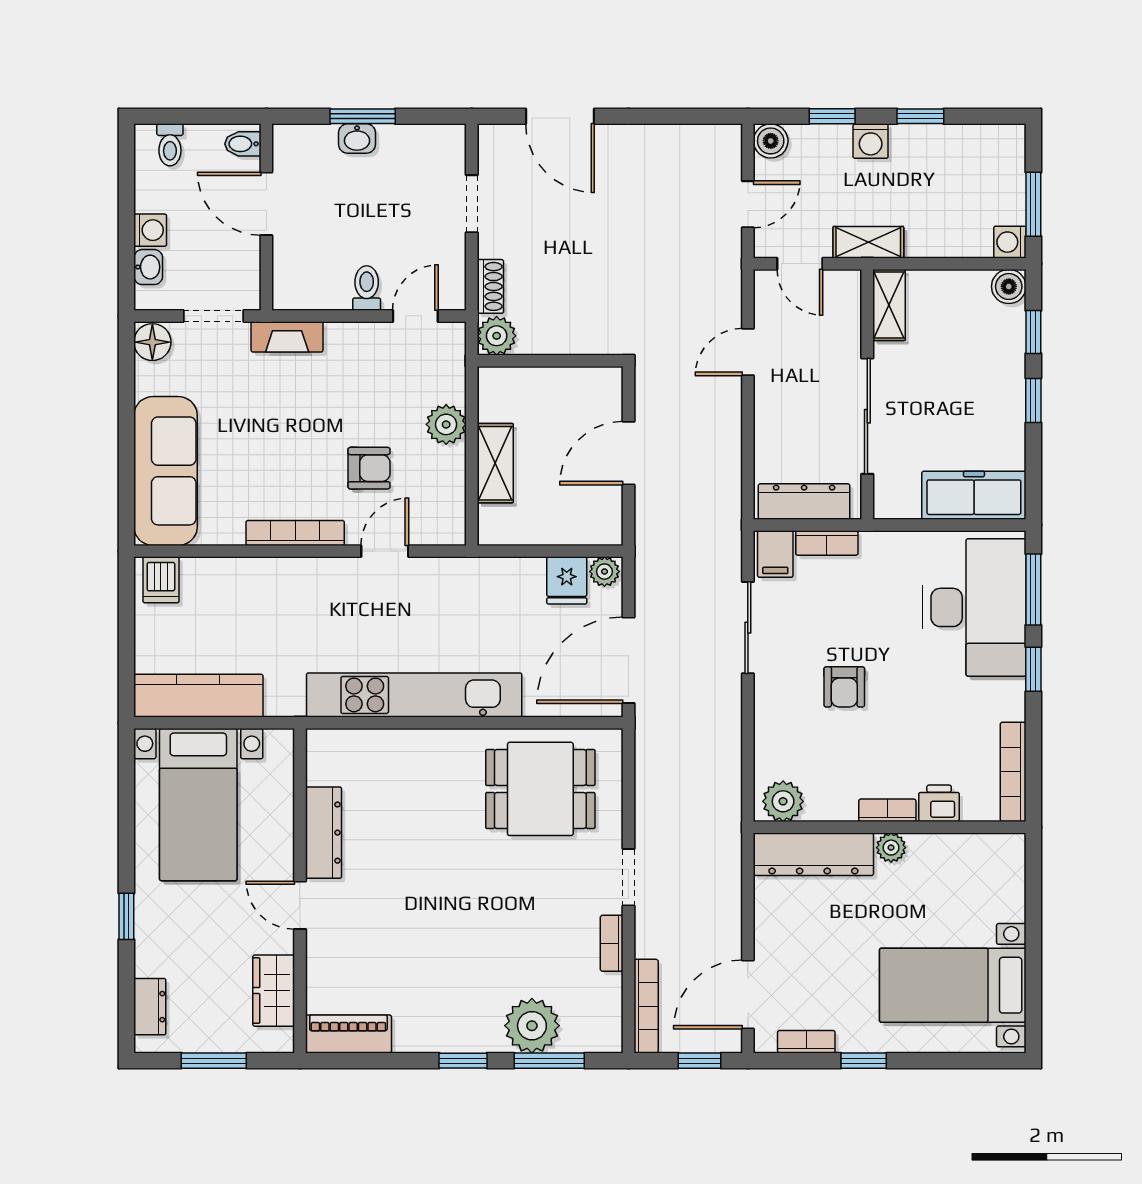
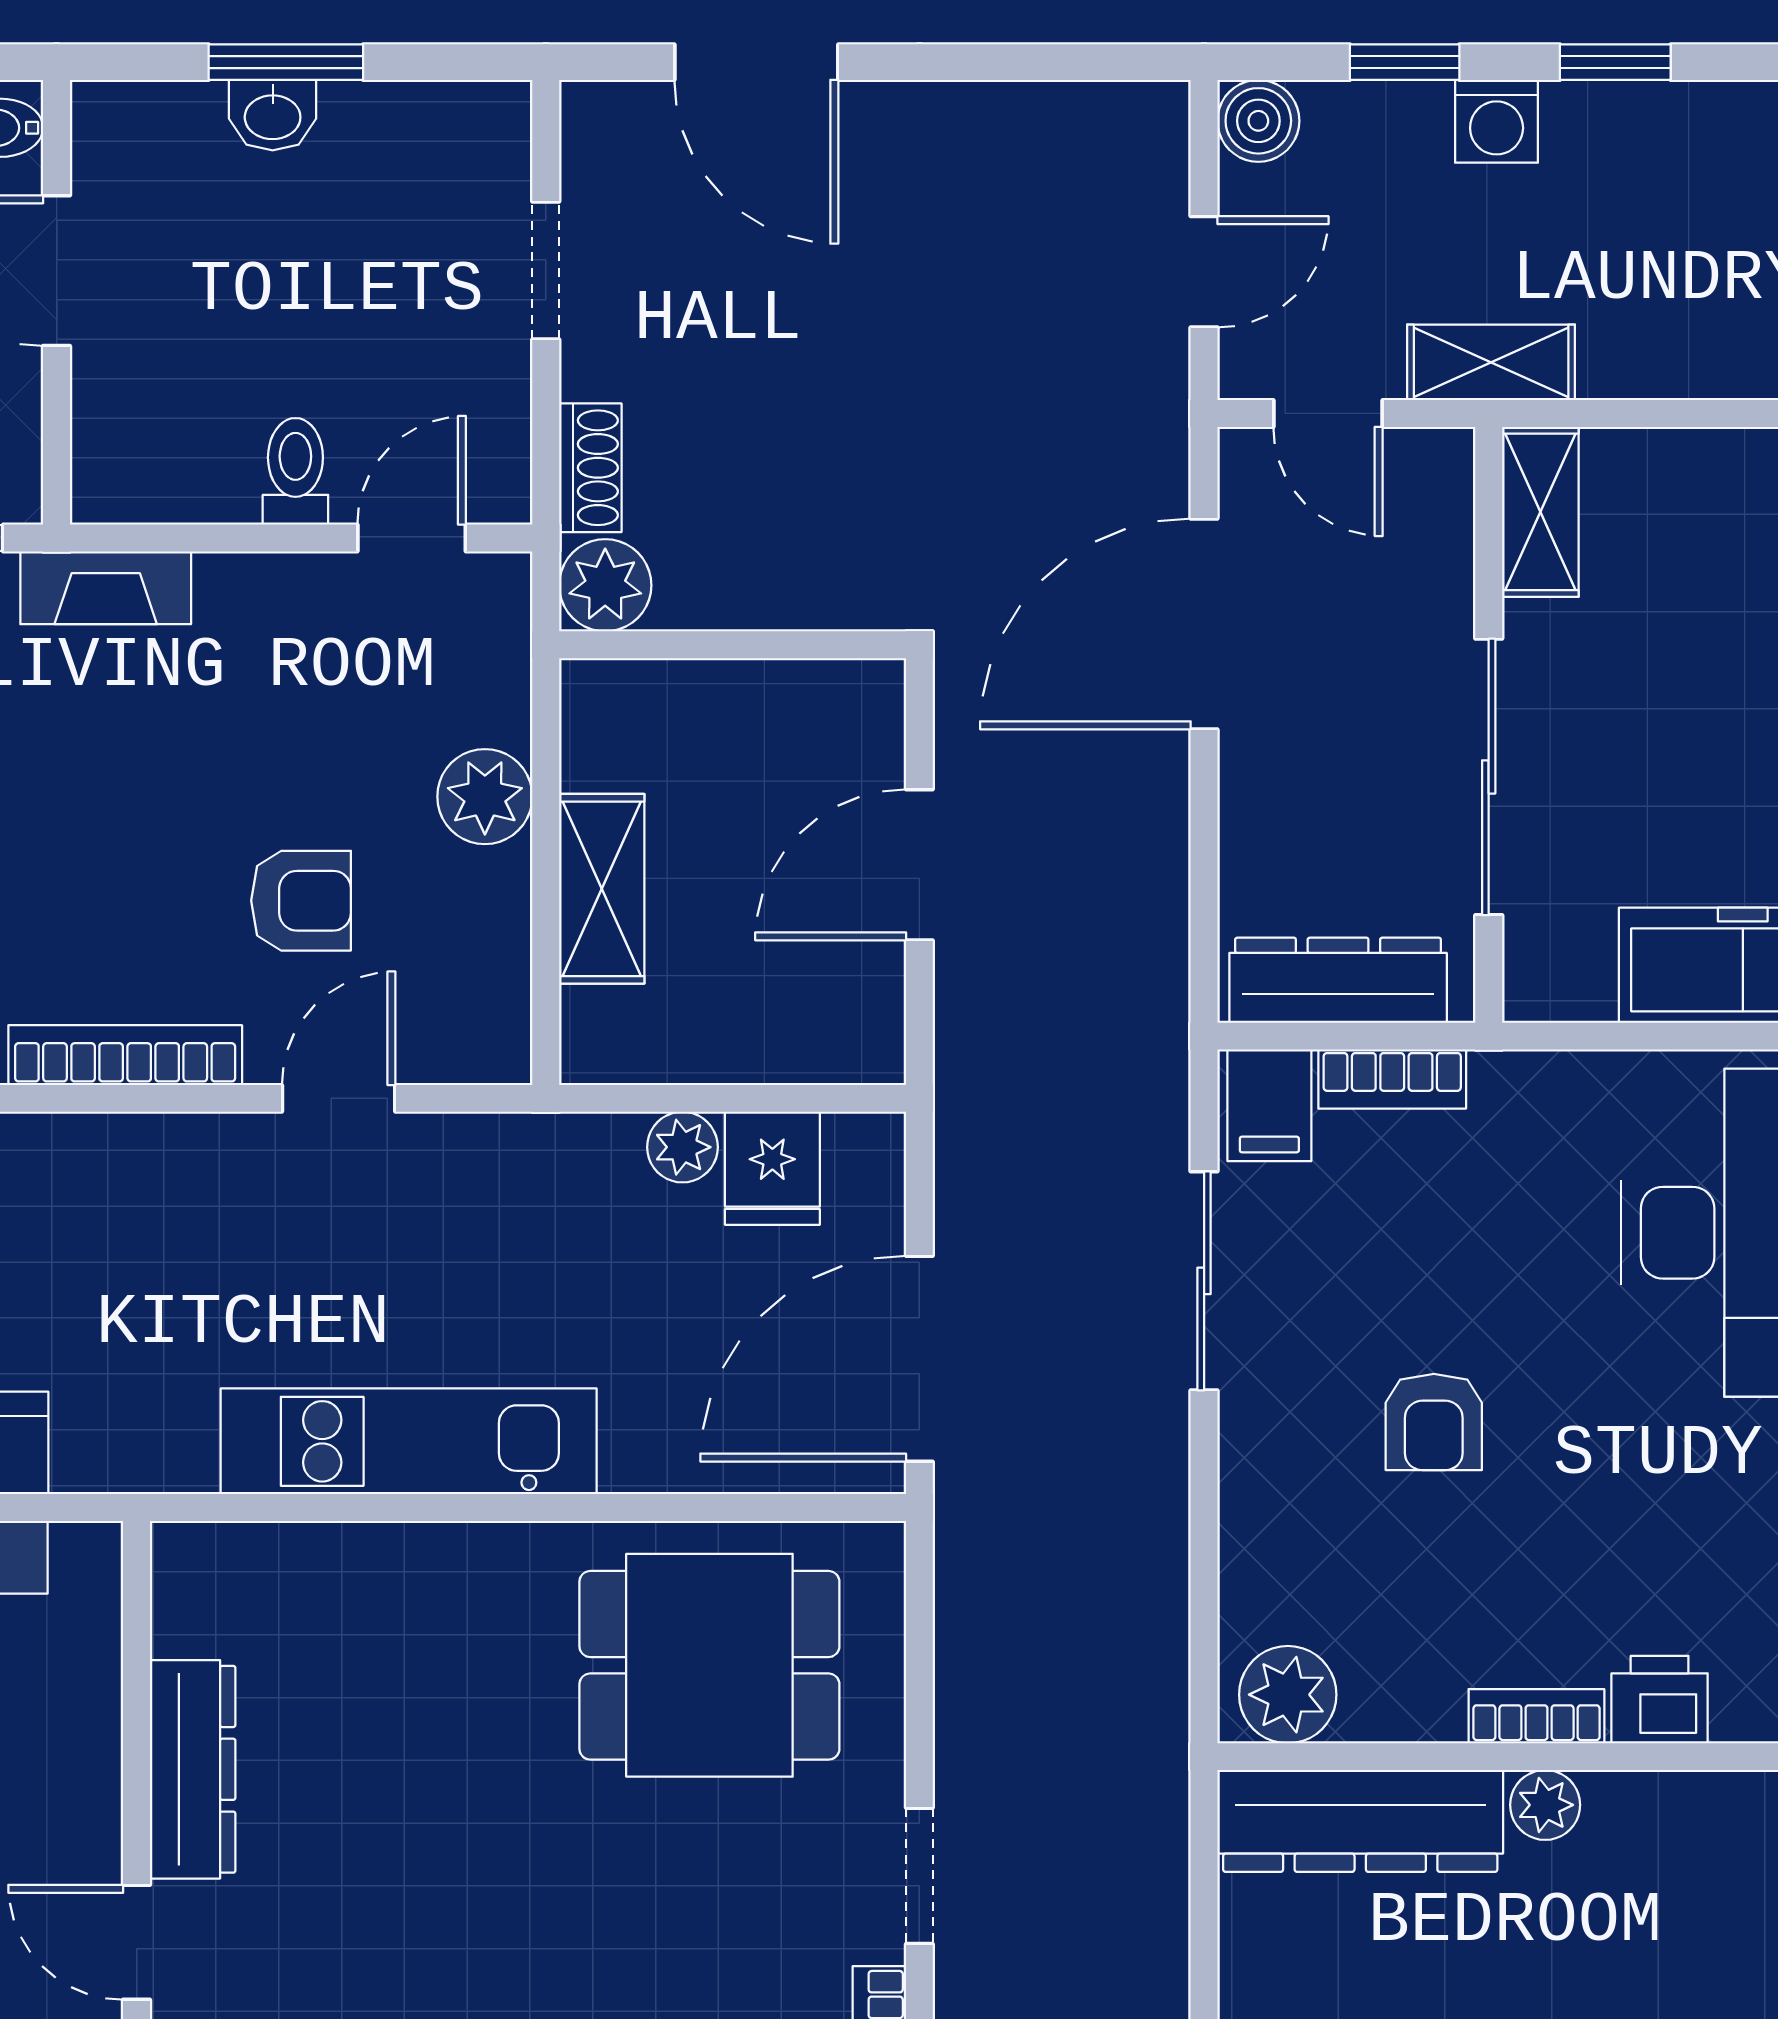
door: (748, 352) -> (1204, 624), width x1.88
plant: (604, 572) -> (682, 1147), moved
kitchen unit: (414, 695) -> (409, 1441), width x0.73

